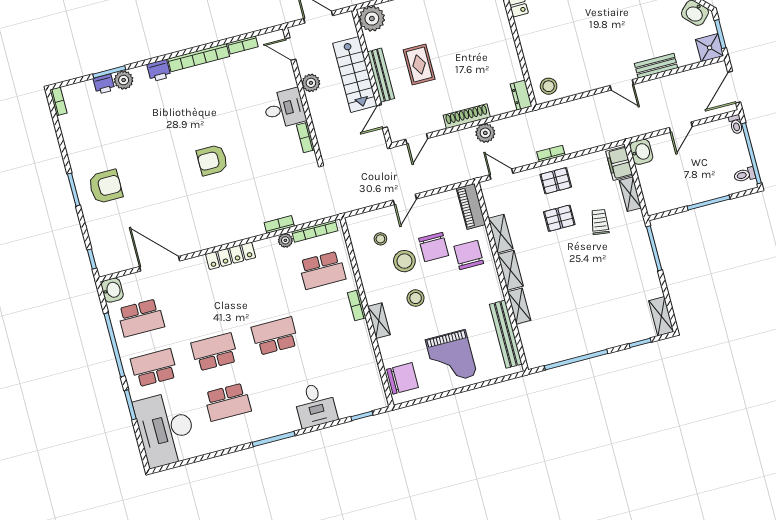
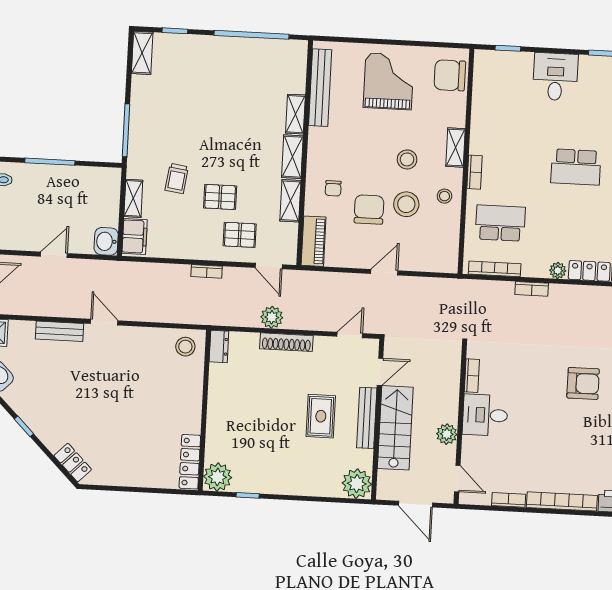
pallet: (556, 181) -> (240, 235), moved
stool: (380, 239) -> (445, 196), moved
plant: (285, 240) -> (558, 270), moved
chair: (469, 255) -> (333, 188), width x0.54, depth x0.54

